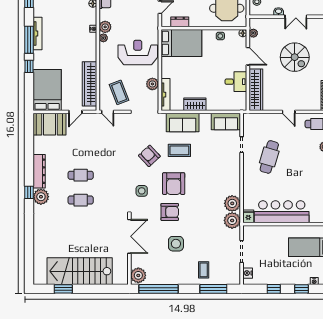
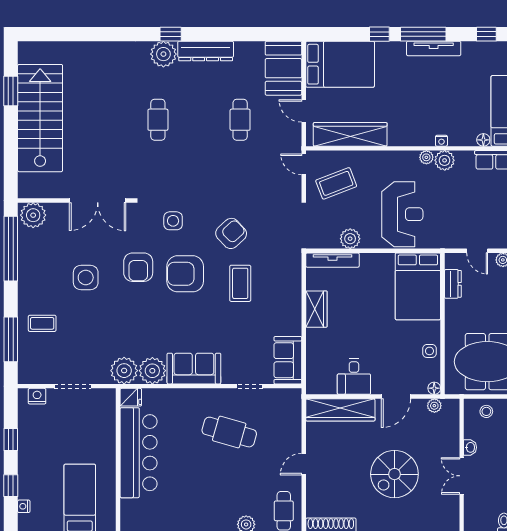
door: (108, 112) -> (304, 164), hinge flipped
sofa: (183, 123) -> (194, 369), moved, turned 90
cafe table: (81, 175) -> (240, 120), moved

